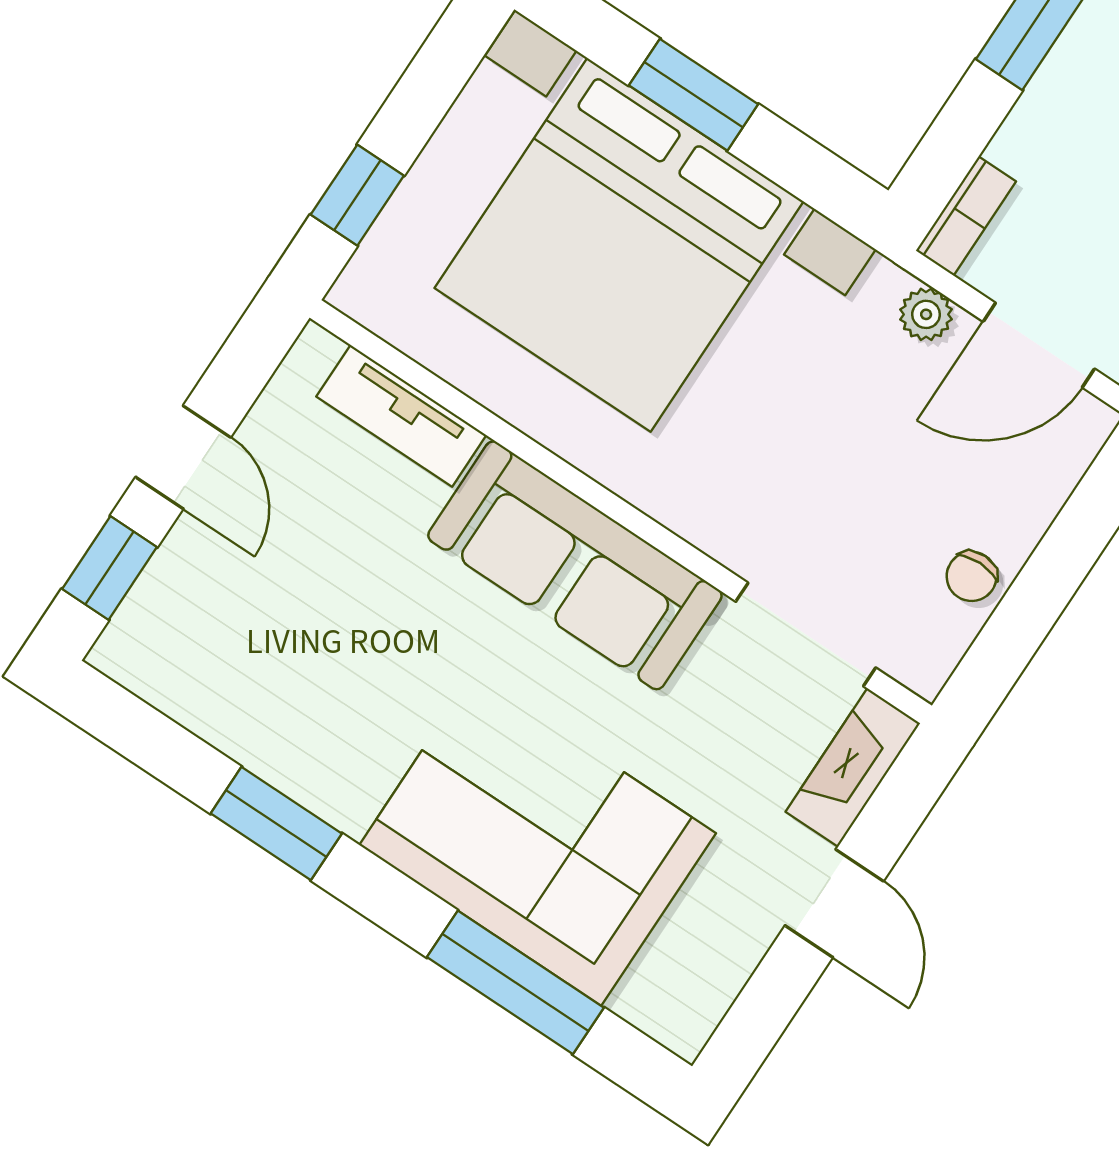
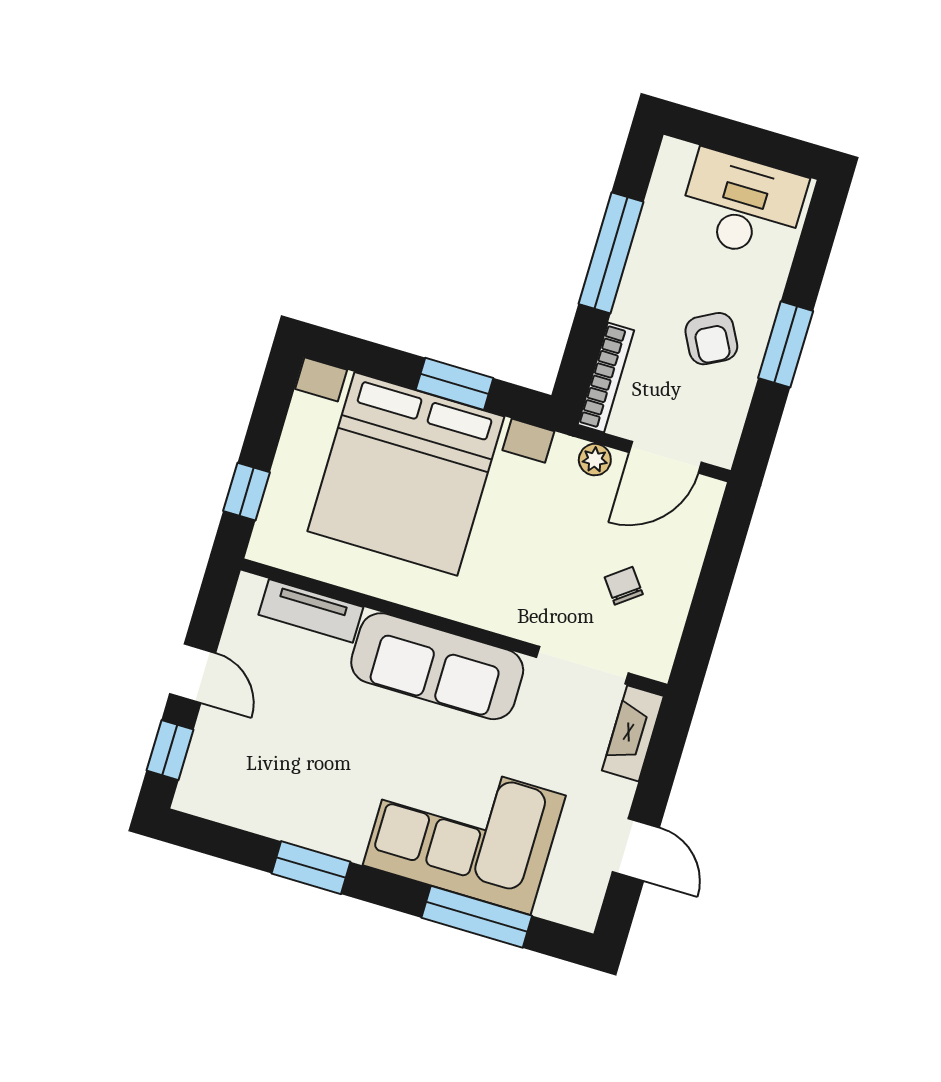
window: (694, 95) -> (455, 384), moved
bookcase: (966, 216) -> (606, 378), width x1.56
chair: (972, 576) -> (624, 586), moved, turned 143
door: (834, 903) -> (636, 850), moved

